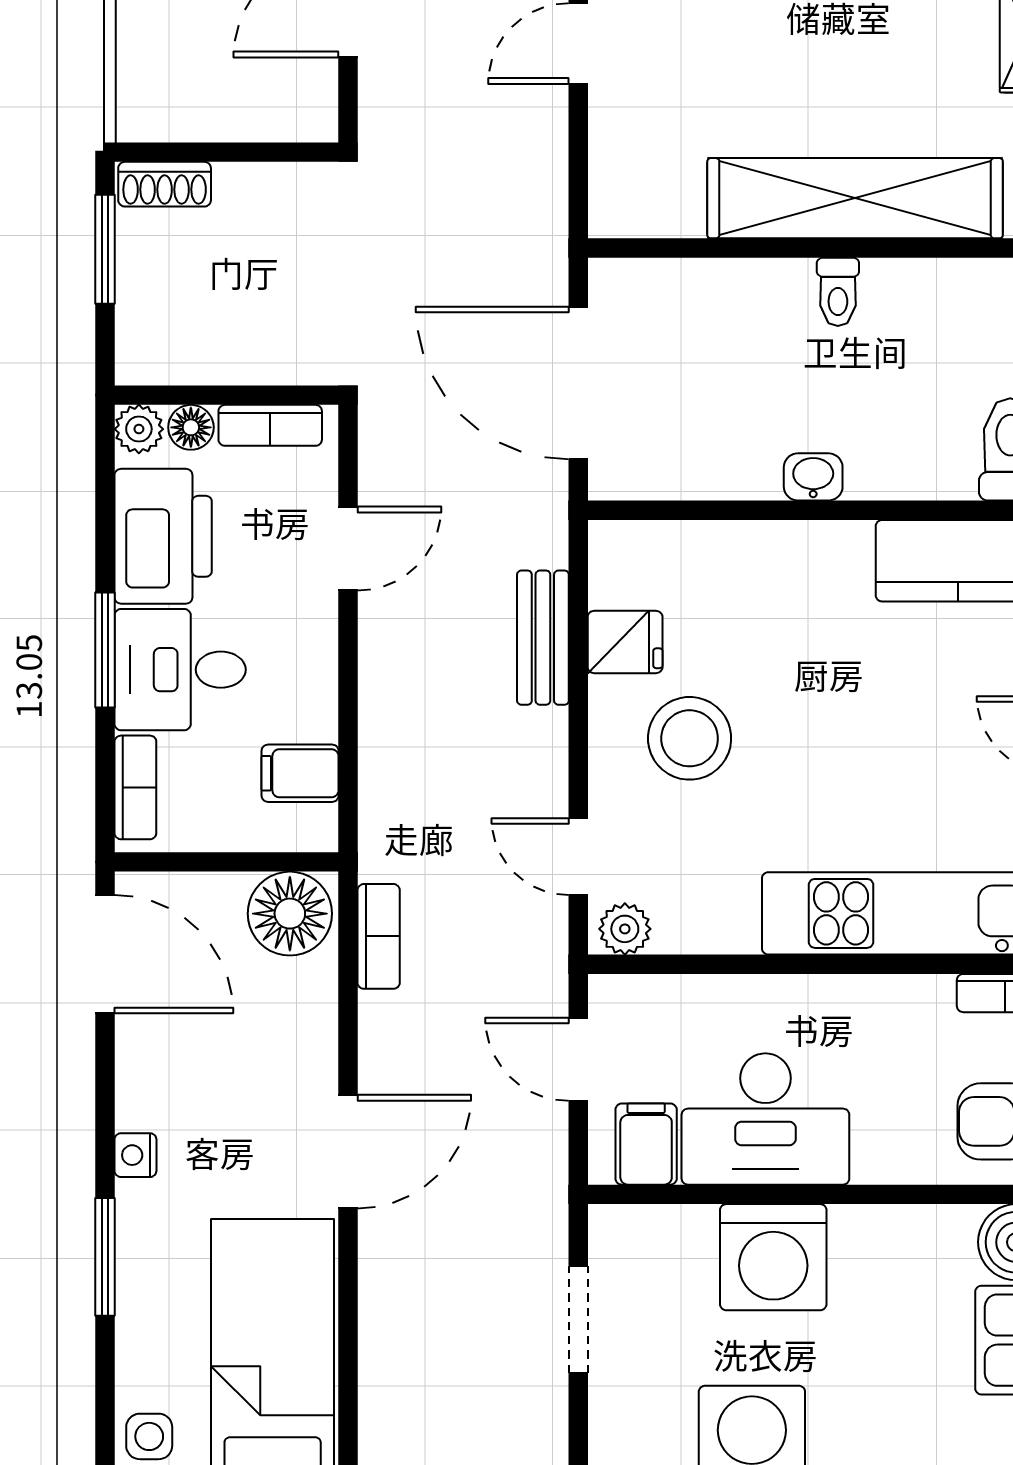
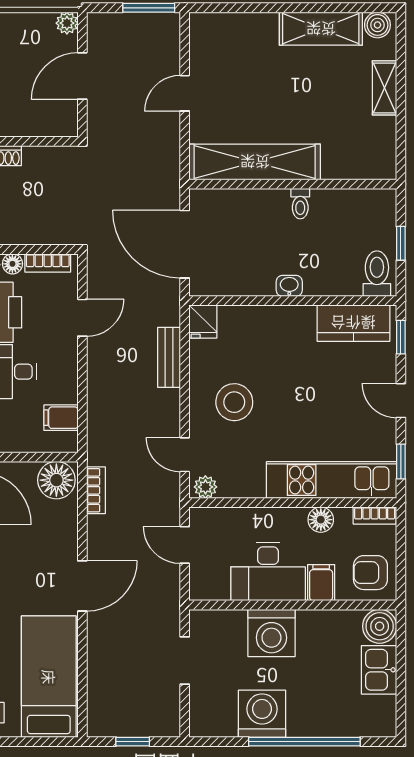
shelving: (855, 198) -> (255, 162), moved
fridge: (625, 642) -> (203, 322), moved, turned 90
floor lamp: (884, 1002) -> (321, 520), added
filing cabinet: (646, 1144) -> (321, 583), moved

